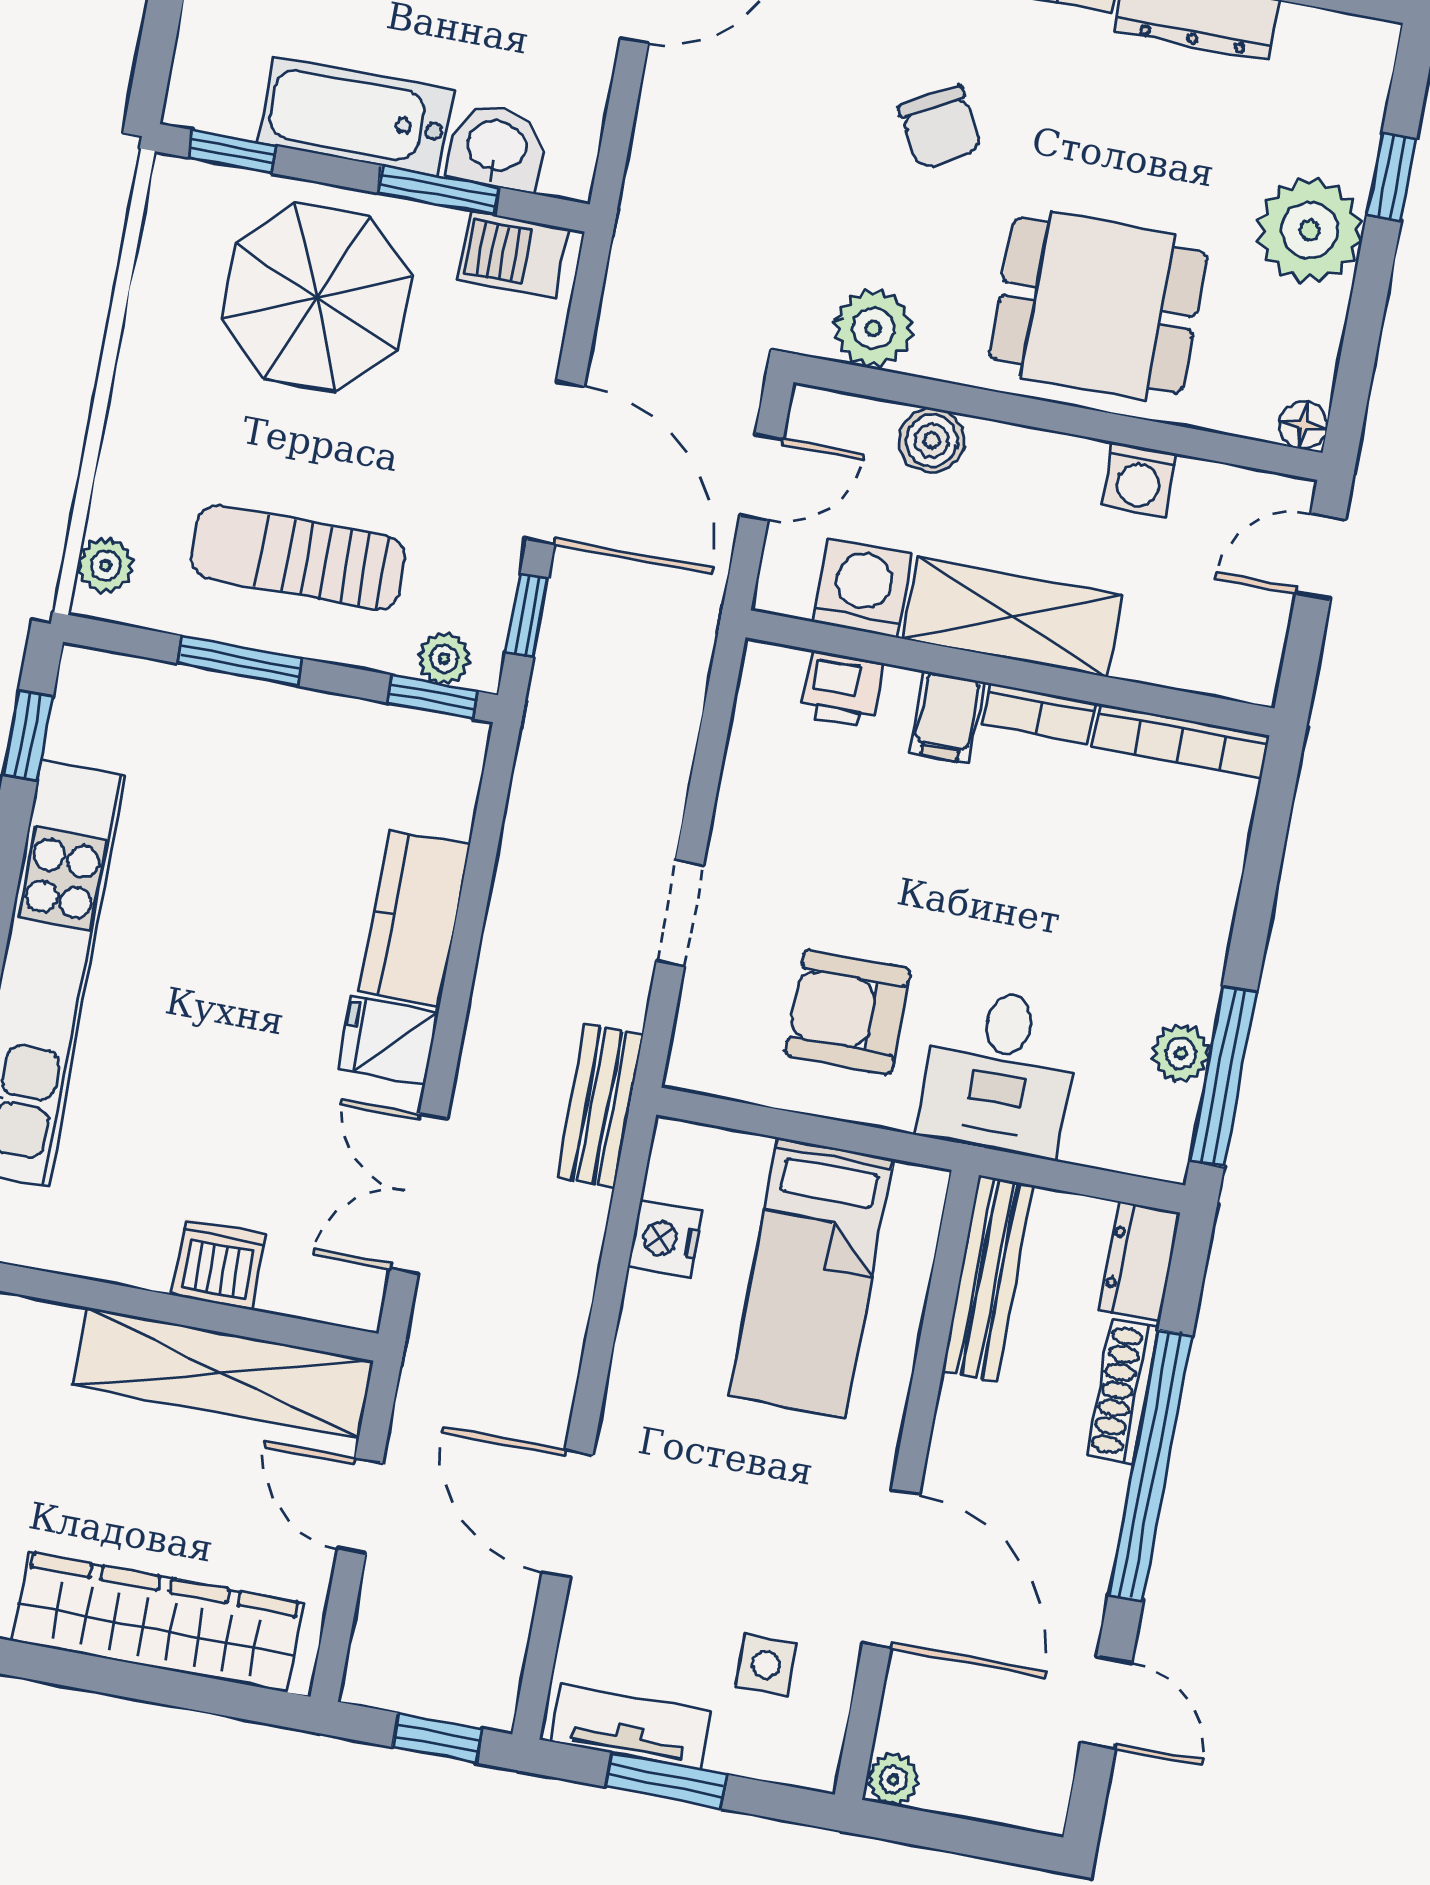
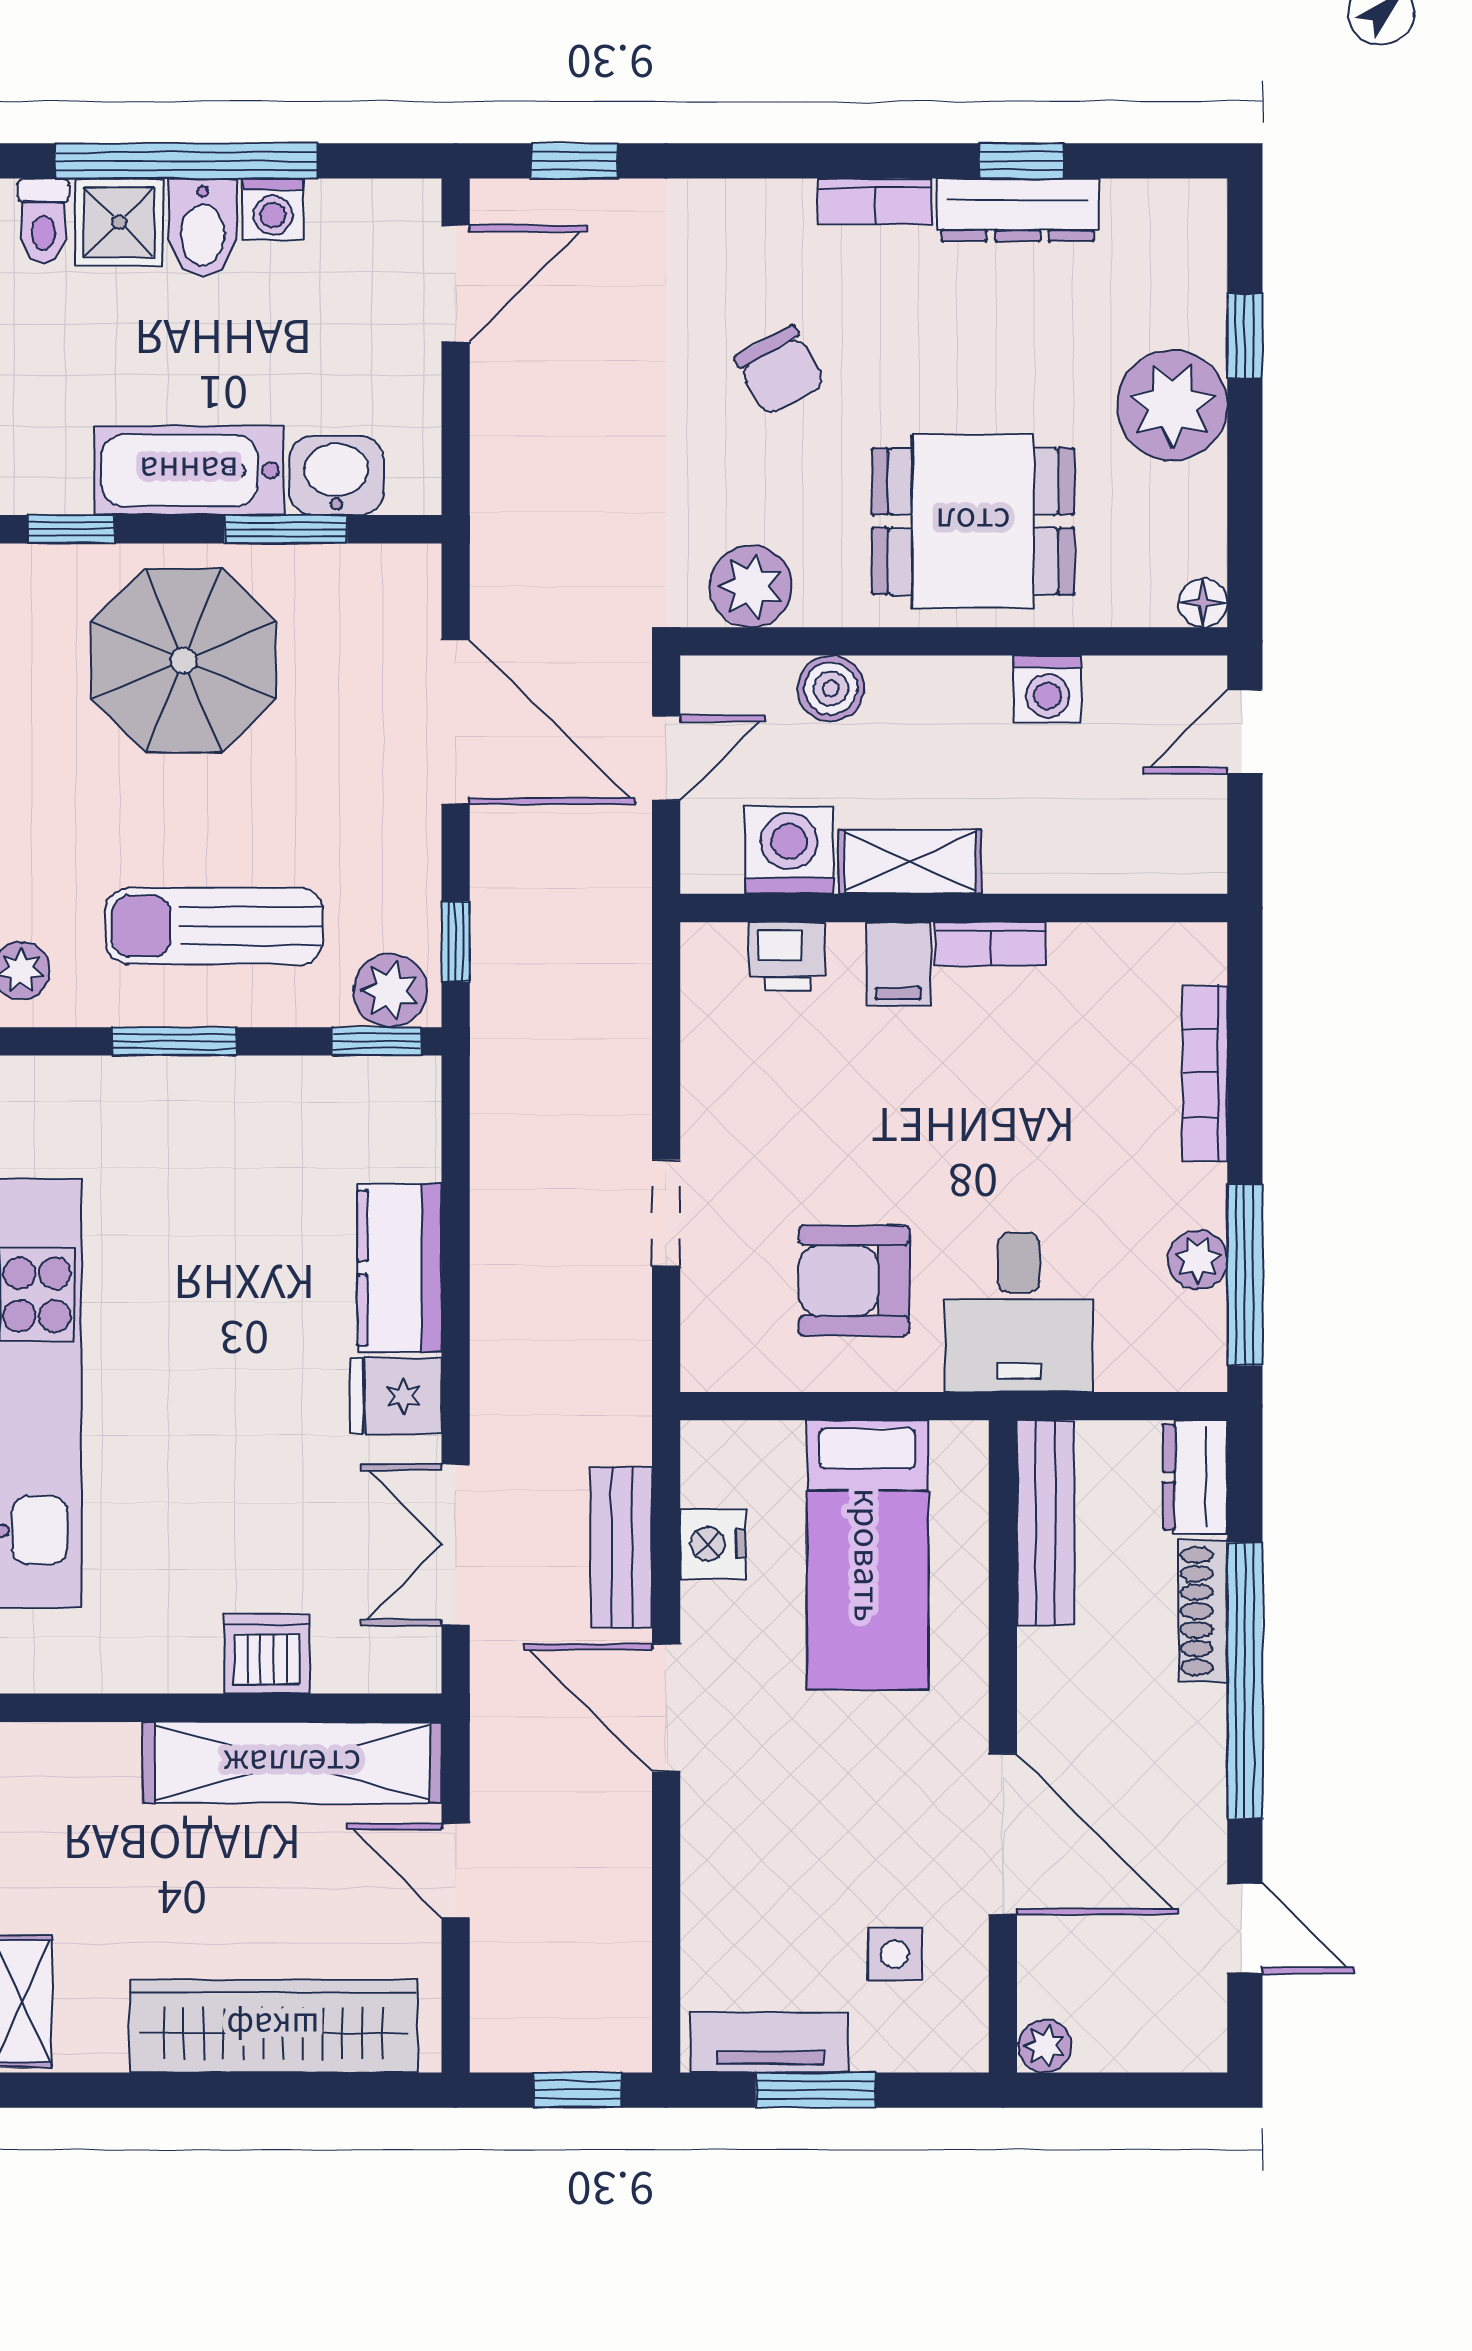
barbecue: (513, 254) -> (373, 580), removed
door: (555, 463) -> (456, 721), moved
shelving: (1012, 617) -> (910, 862), width x0.67, depth x0.75
plant: (444, 659) -> (390, 991), width x1.38, depth x1.38
bookcase: (1181, 741) -> (1205, 1073), moved, turned 90
bench: (600, 1106) -> (621, 1547), moved
door: (568, 1514) -> (666, 1708), moved

